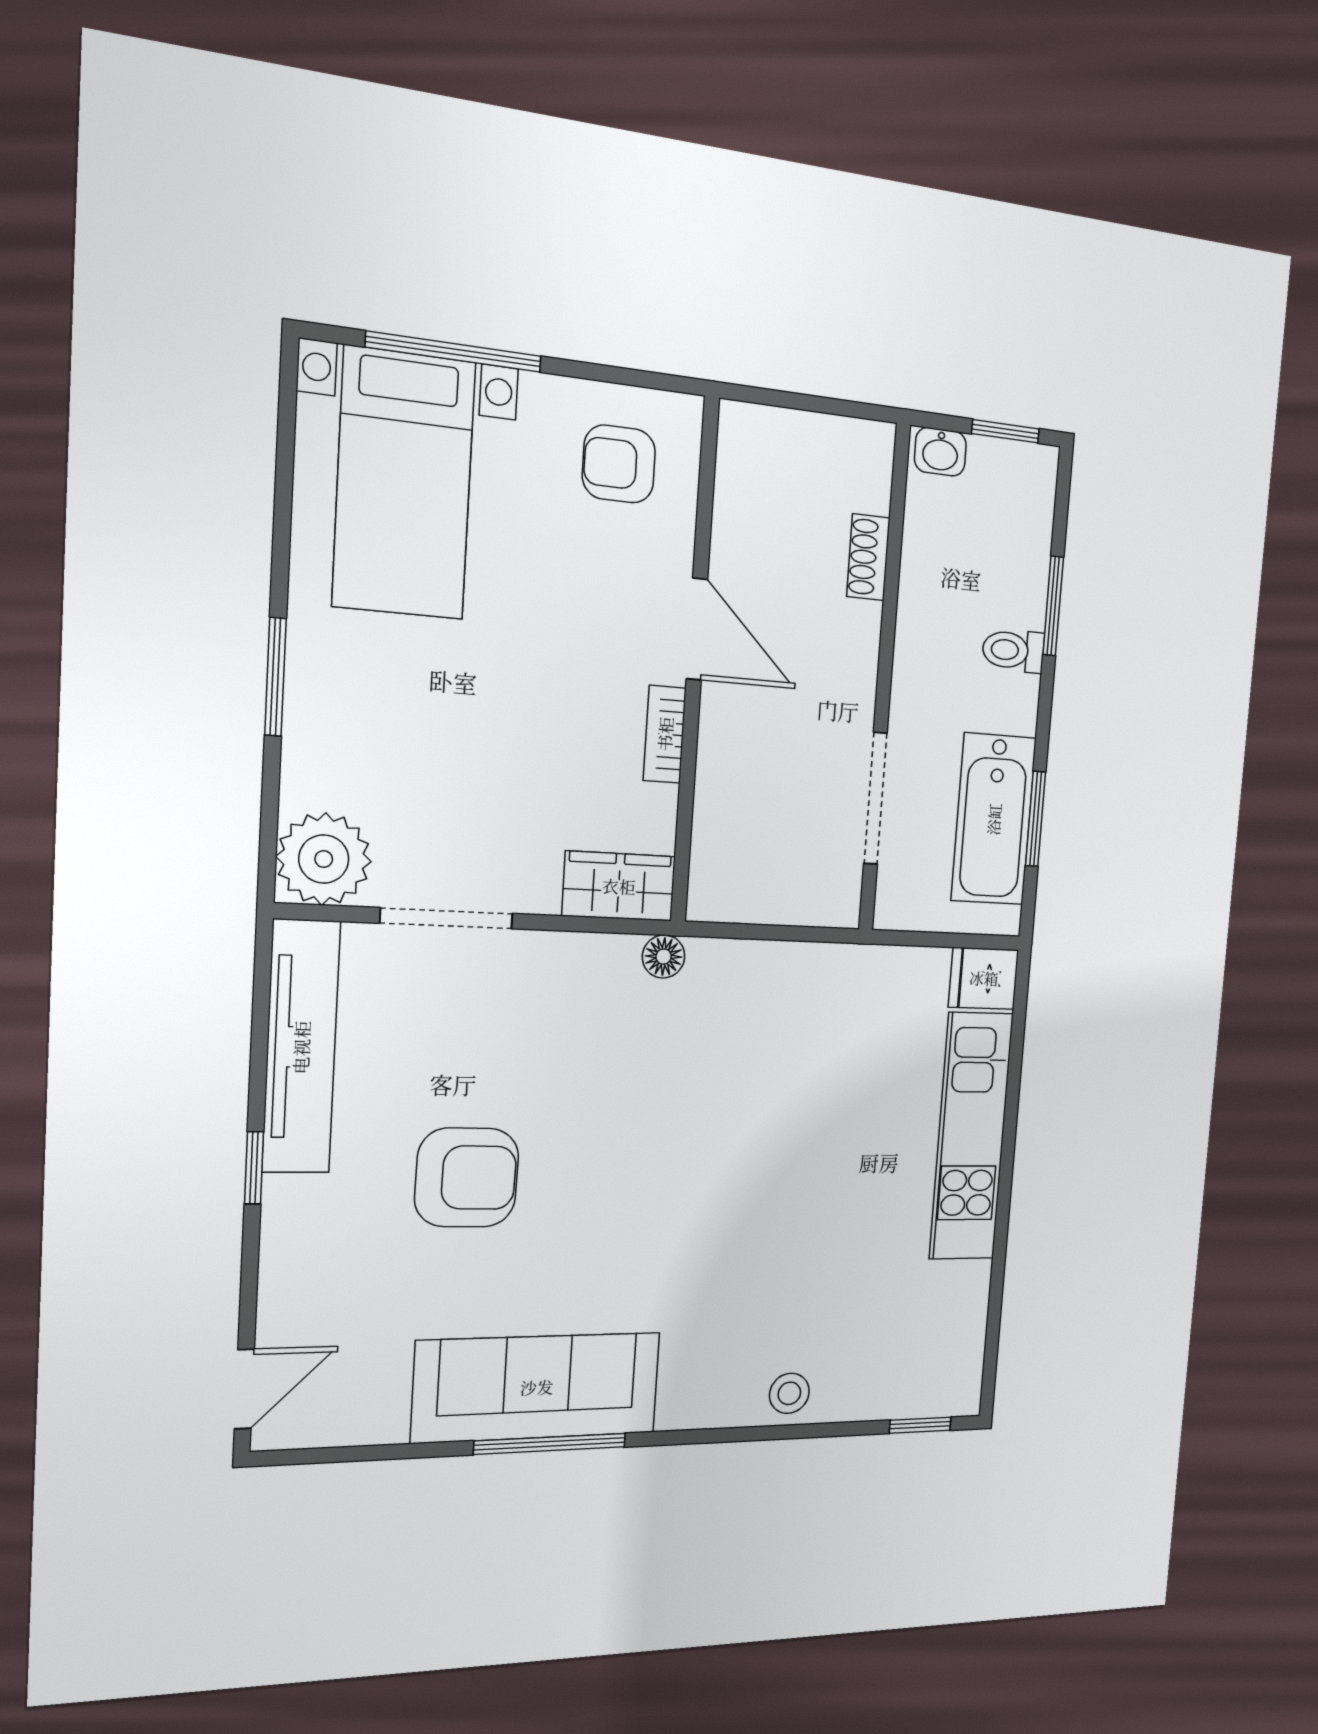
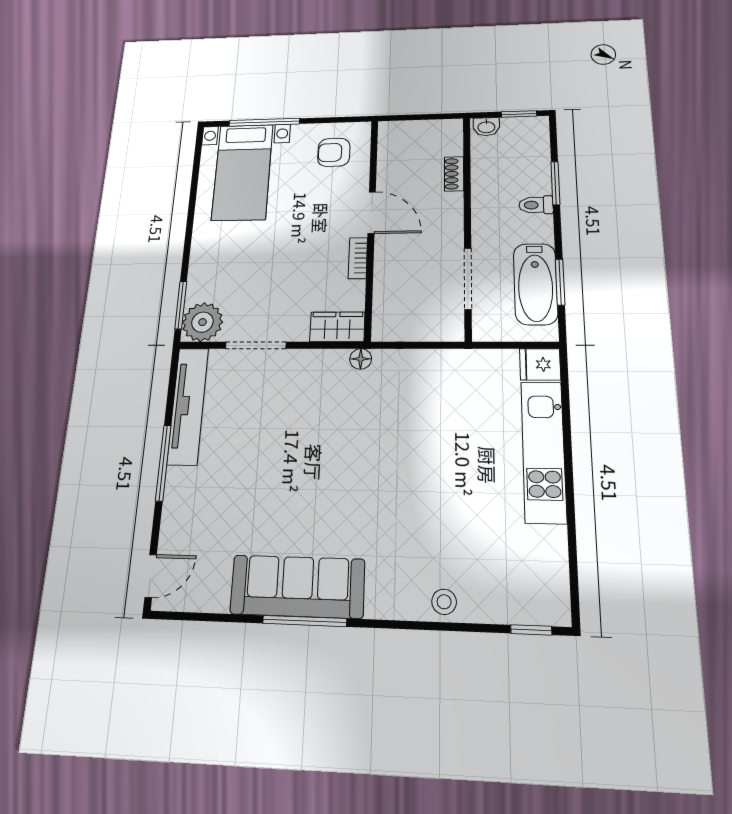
window: (275, 677) -> (181, 305), moved
window: (254, 1168) -> (163, 463), width x2.17
armchair: (467, 1177) -> (262, 469), removed

